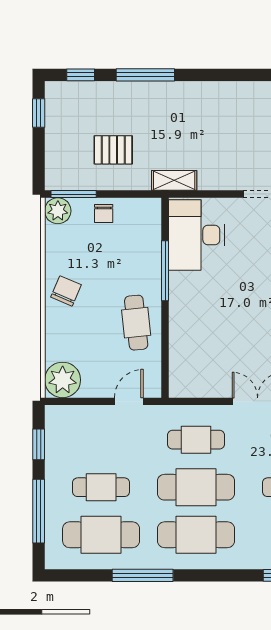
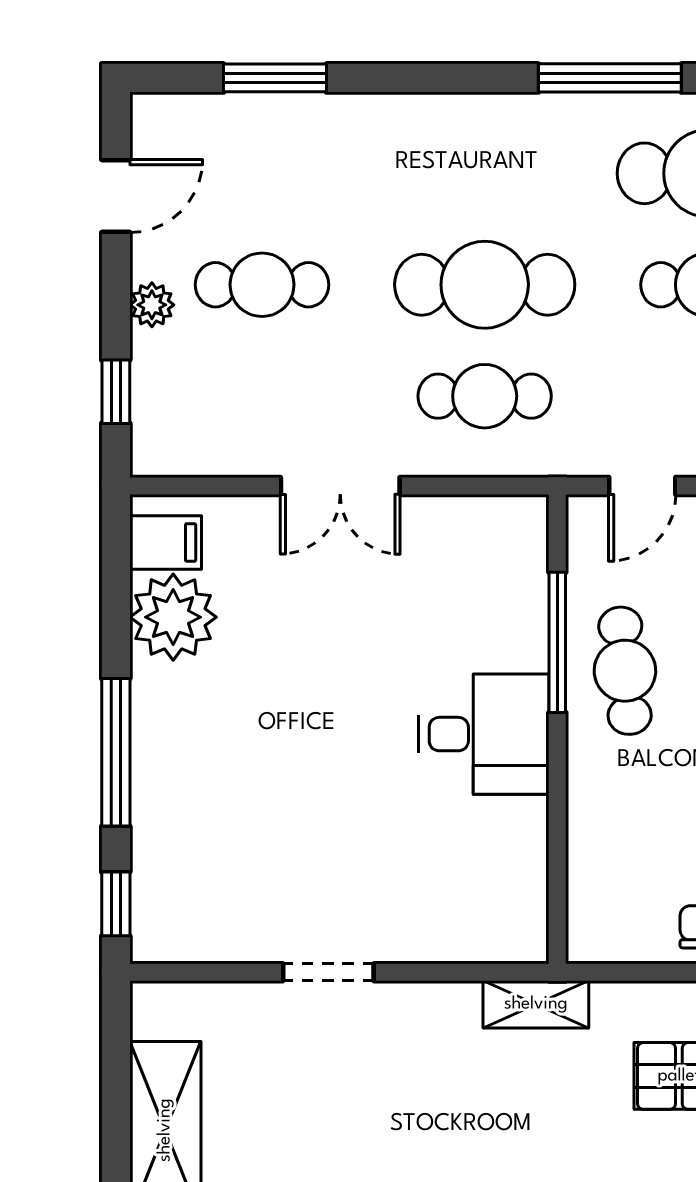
desk: (196, 235) -> (484, 734), moved, width x0.73
window: (165, 271) -> (557, 642), moved
cafe table: (196, 535) -> (485, 173), removed

